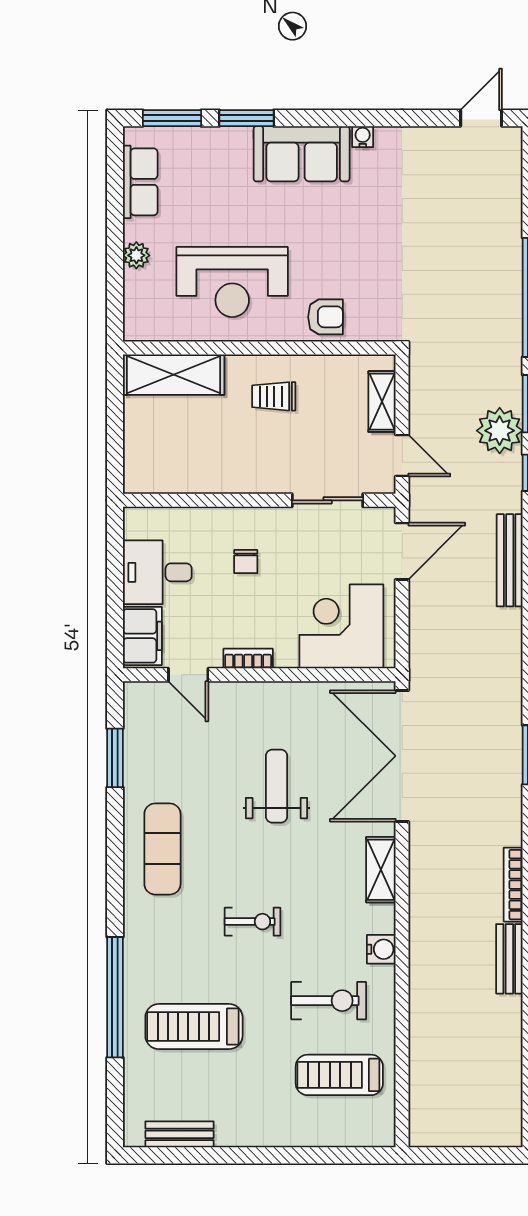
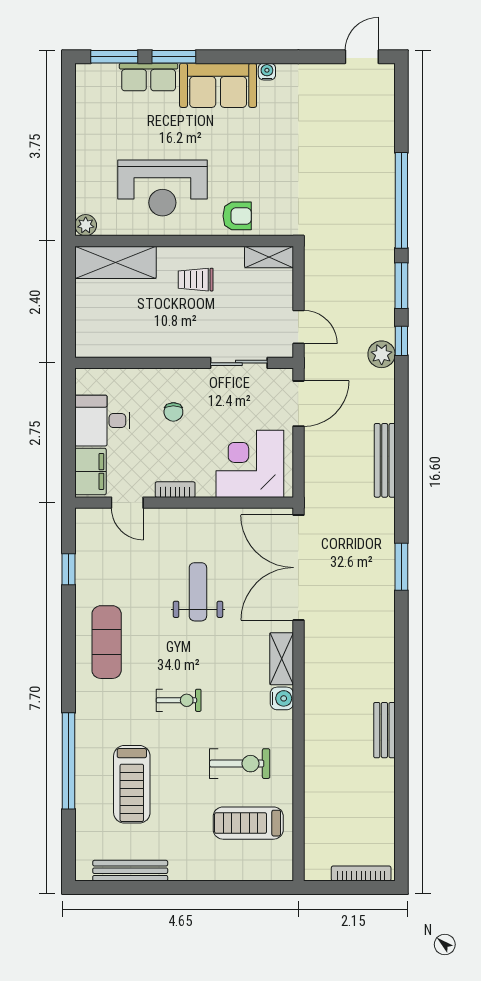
row of seats: (140, 182) -> (149, 77), moved, turned 90
plant: (136, 255) -> (86, 225), moved
shelving: (382, 402) -> (269, 257), moved, turned 90
plant: (500, 431) -> (382, 354), moved, width x0.73, depth x0.73
bench: (510, 560) -> (385, 460), moved
window: (115, 758) -> (69, 569), width x0.67
bookcase: (513, 885) -> (361, 874), moved, turned 90
water cooler: (381, 949) -> (282, 698), moved
treadmill: (194, 1027) -> (132, 784), turned -90
bench: (179, 1134) -> (130, 871), width x1.36

